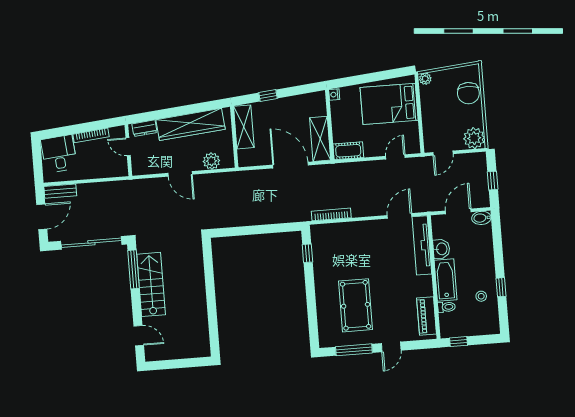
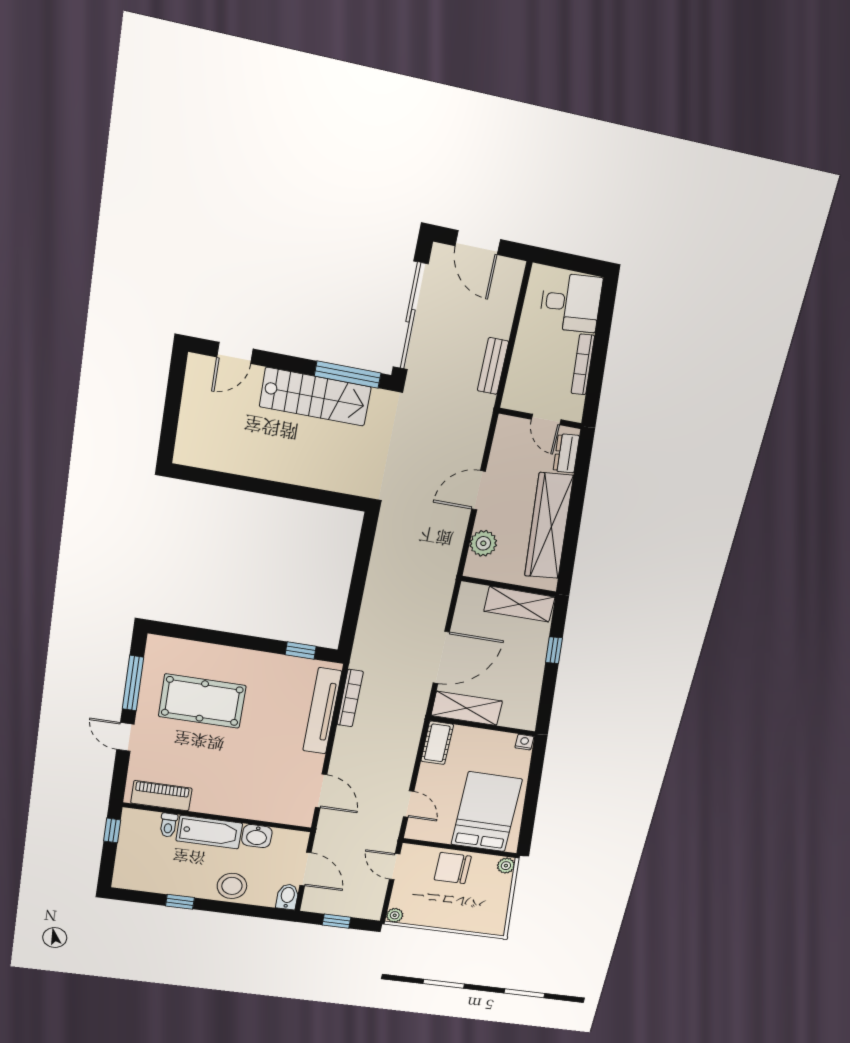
chair: (468, 93) -> (453, 868), moved
plant: (474, 138) -> (395, 915), width x0.53, depth x0.53
door: (128, 147) -> (546, 420), swing flipped
bench: (60, 191) -> (493, 366), moved
tv unit: (422, 245) -> (322, 711), moved, turned -90
stool: (481, 296) -> (232, 886), moved, width x1.89, depth x1.89

